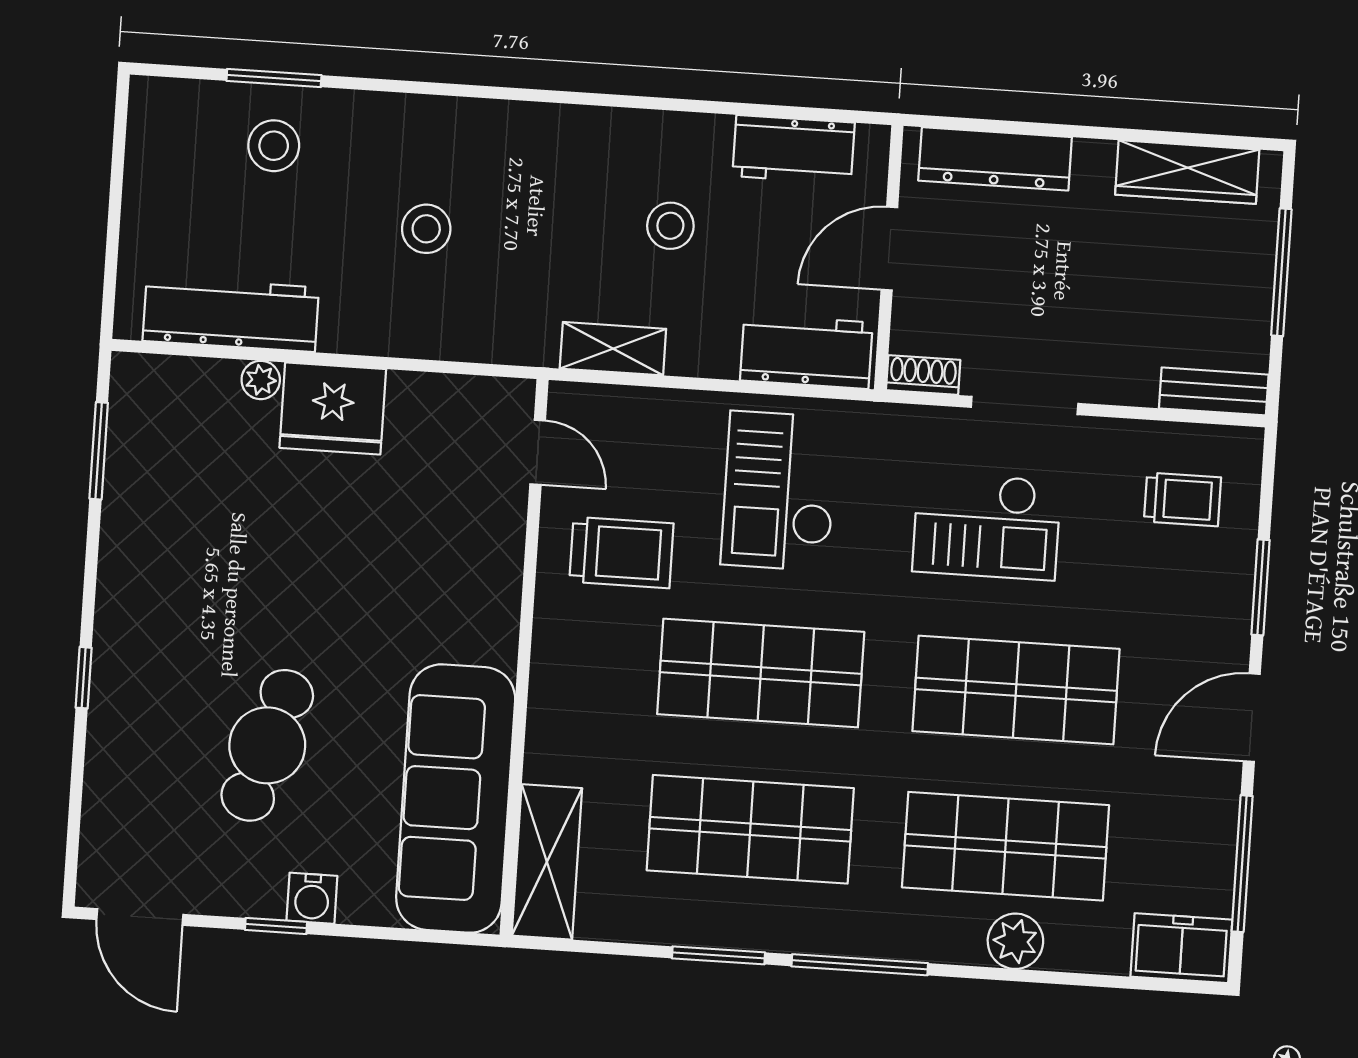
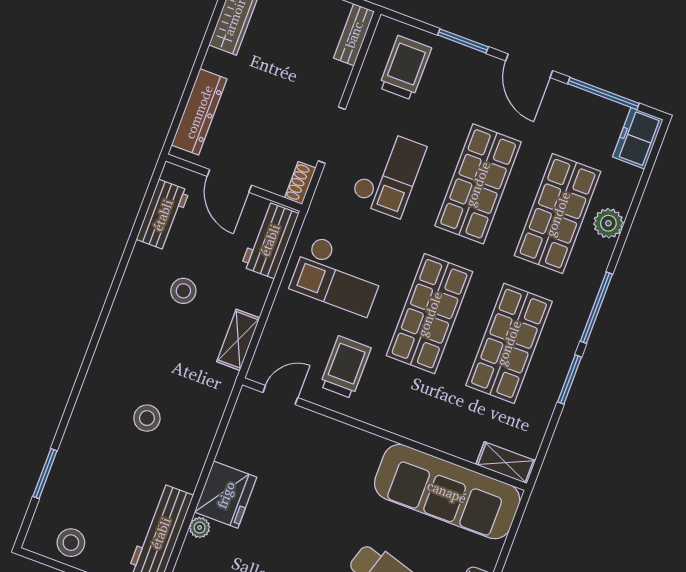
stool: (274, 146) -> (71, 543), moved
trolley: (1182, 499) -> (405, 68), width x1.36, depth x1.39
shelving: (547, 862) -> (506, 463), width x0.67, depth x0.75

